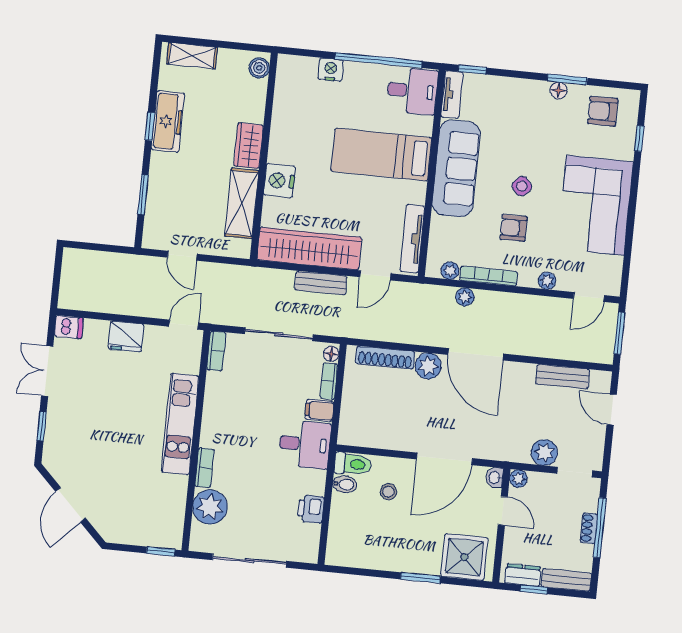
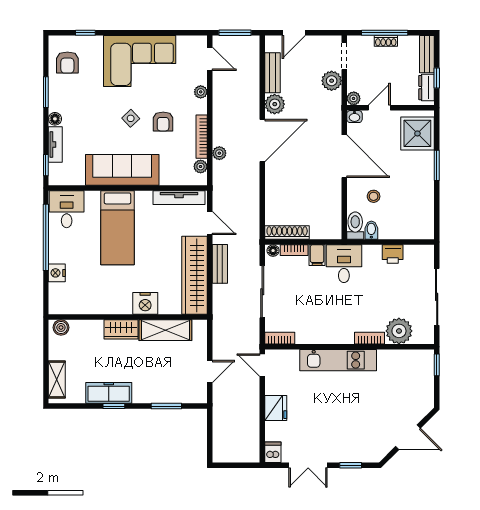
floor lamp: (559, 90) -> (55, 119), moved
tv unit: (452, 95) -> (55, 145), moved, turned 90
shoe rack: (385, 358) -> (287, 233), moved, turned -90
plant: (428, 366) -> (275, 104), moved

